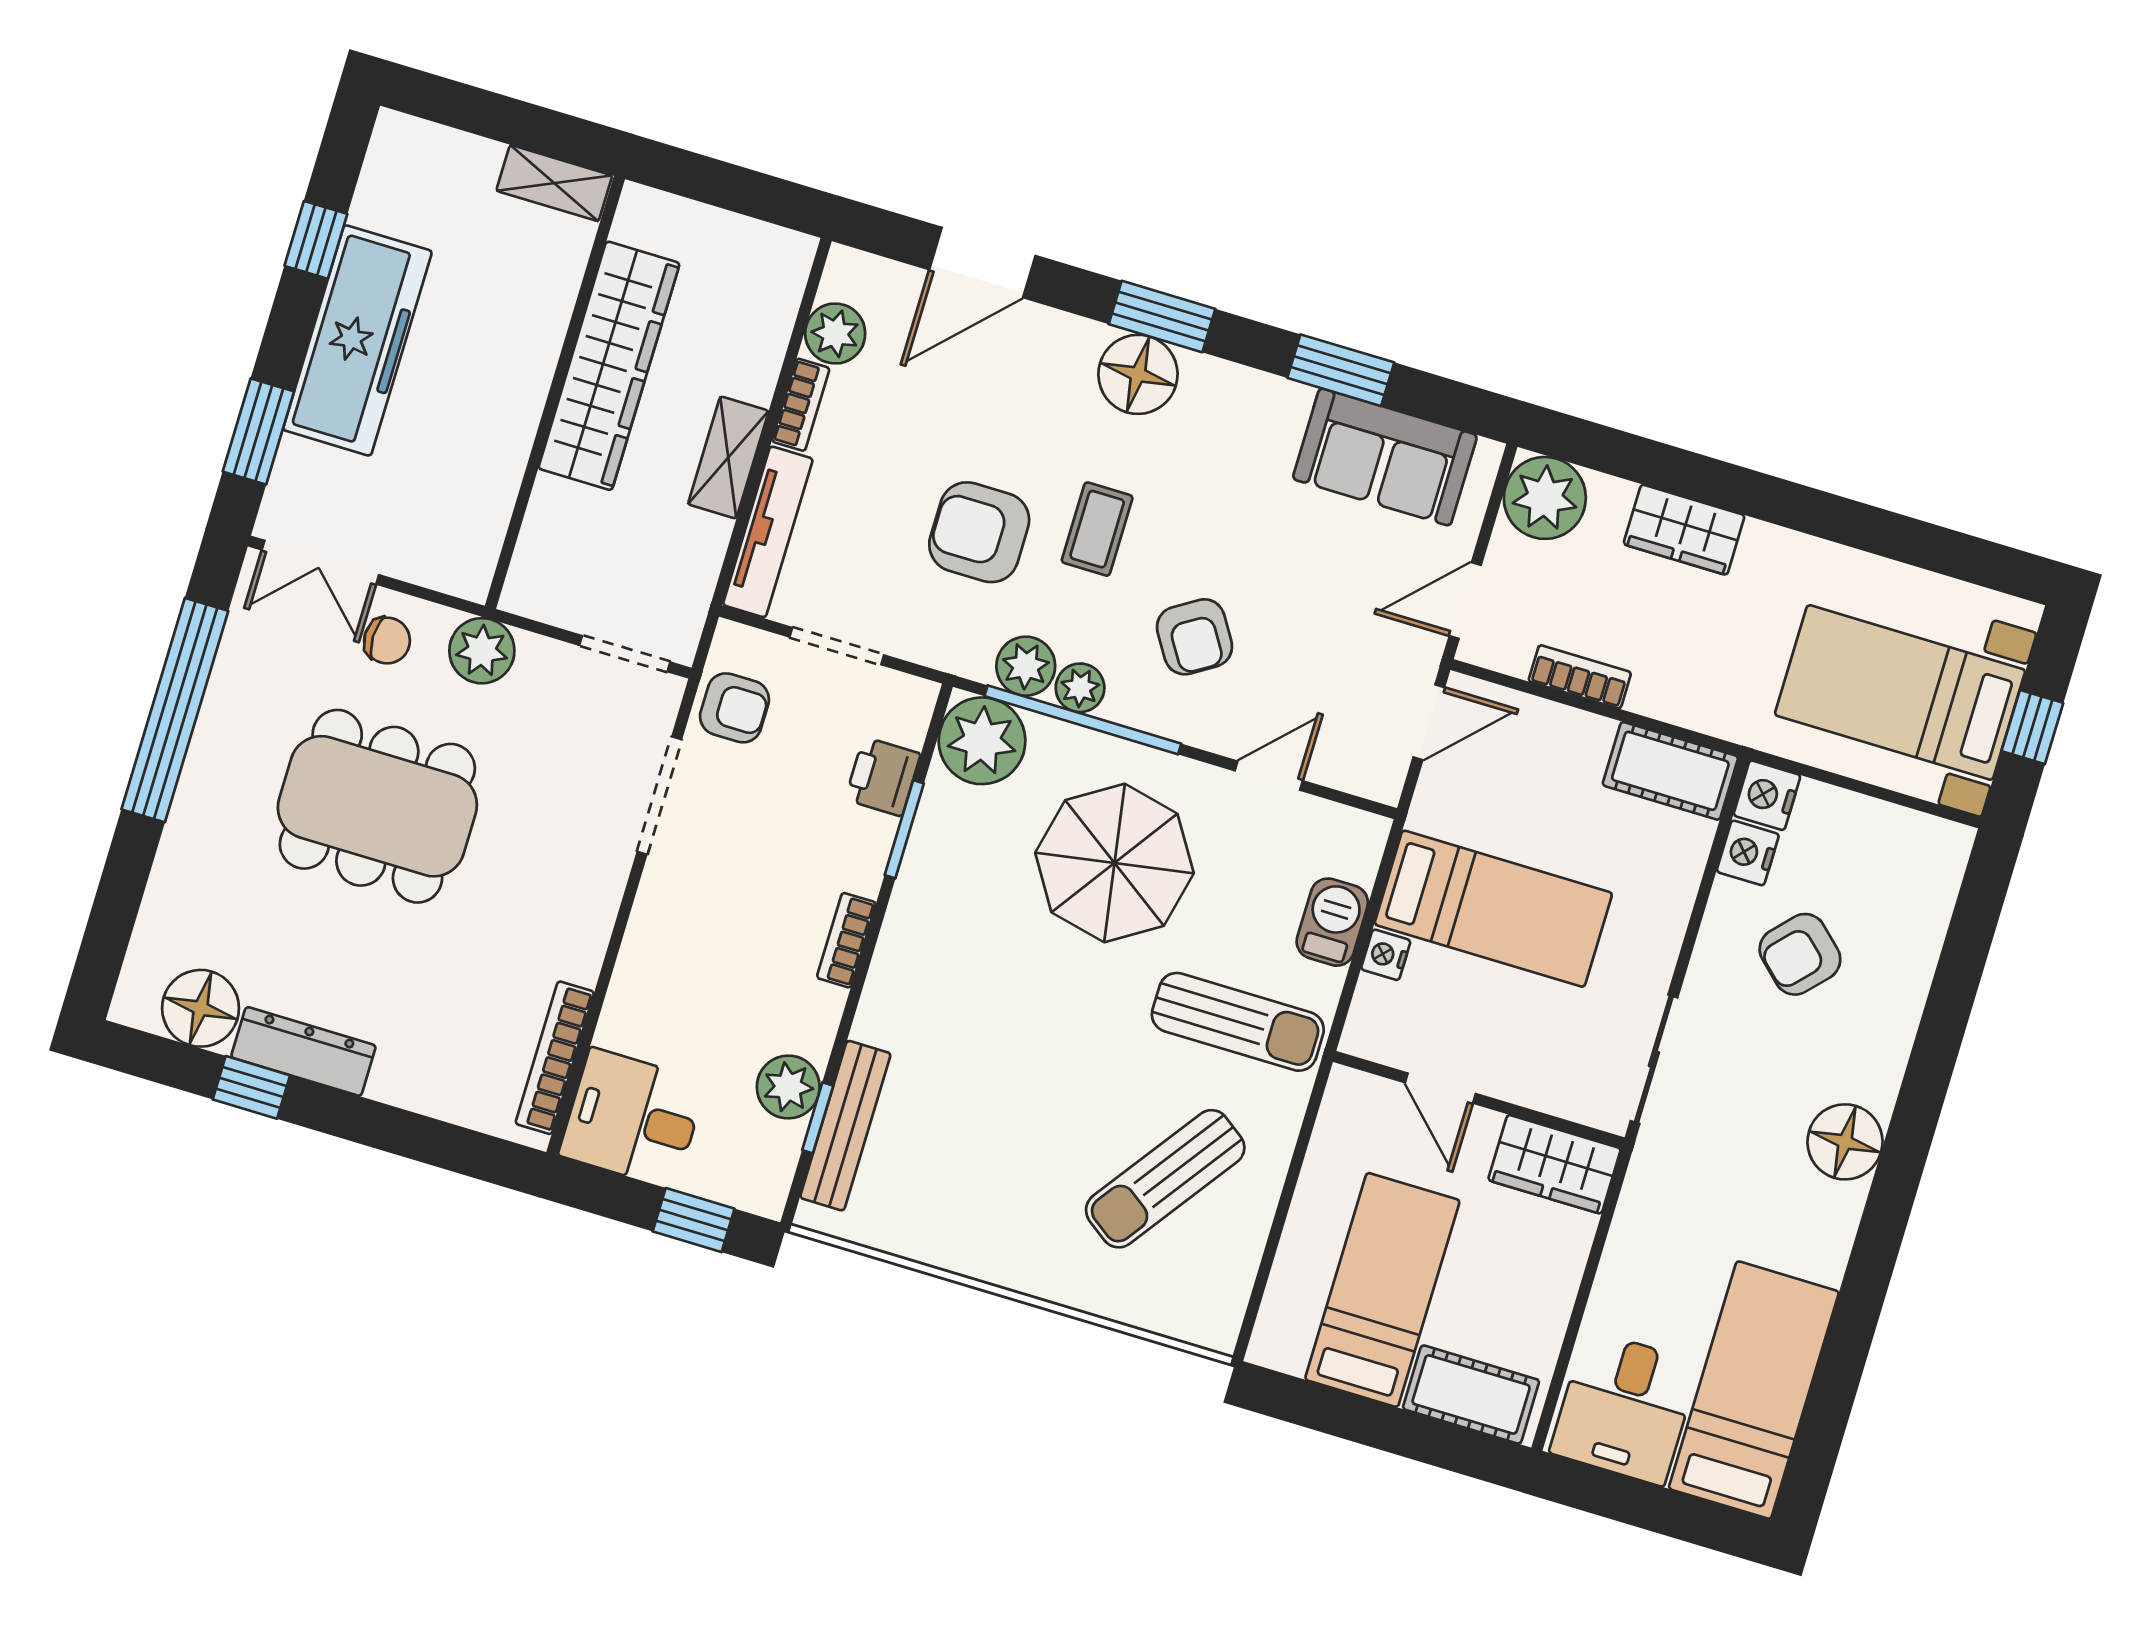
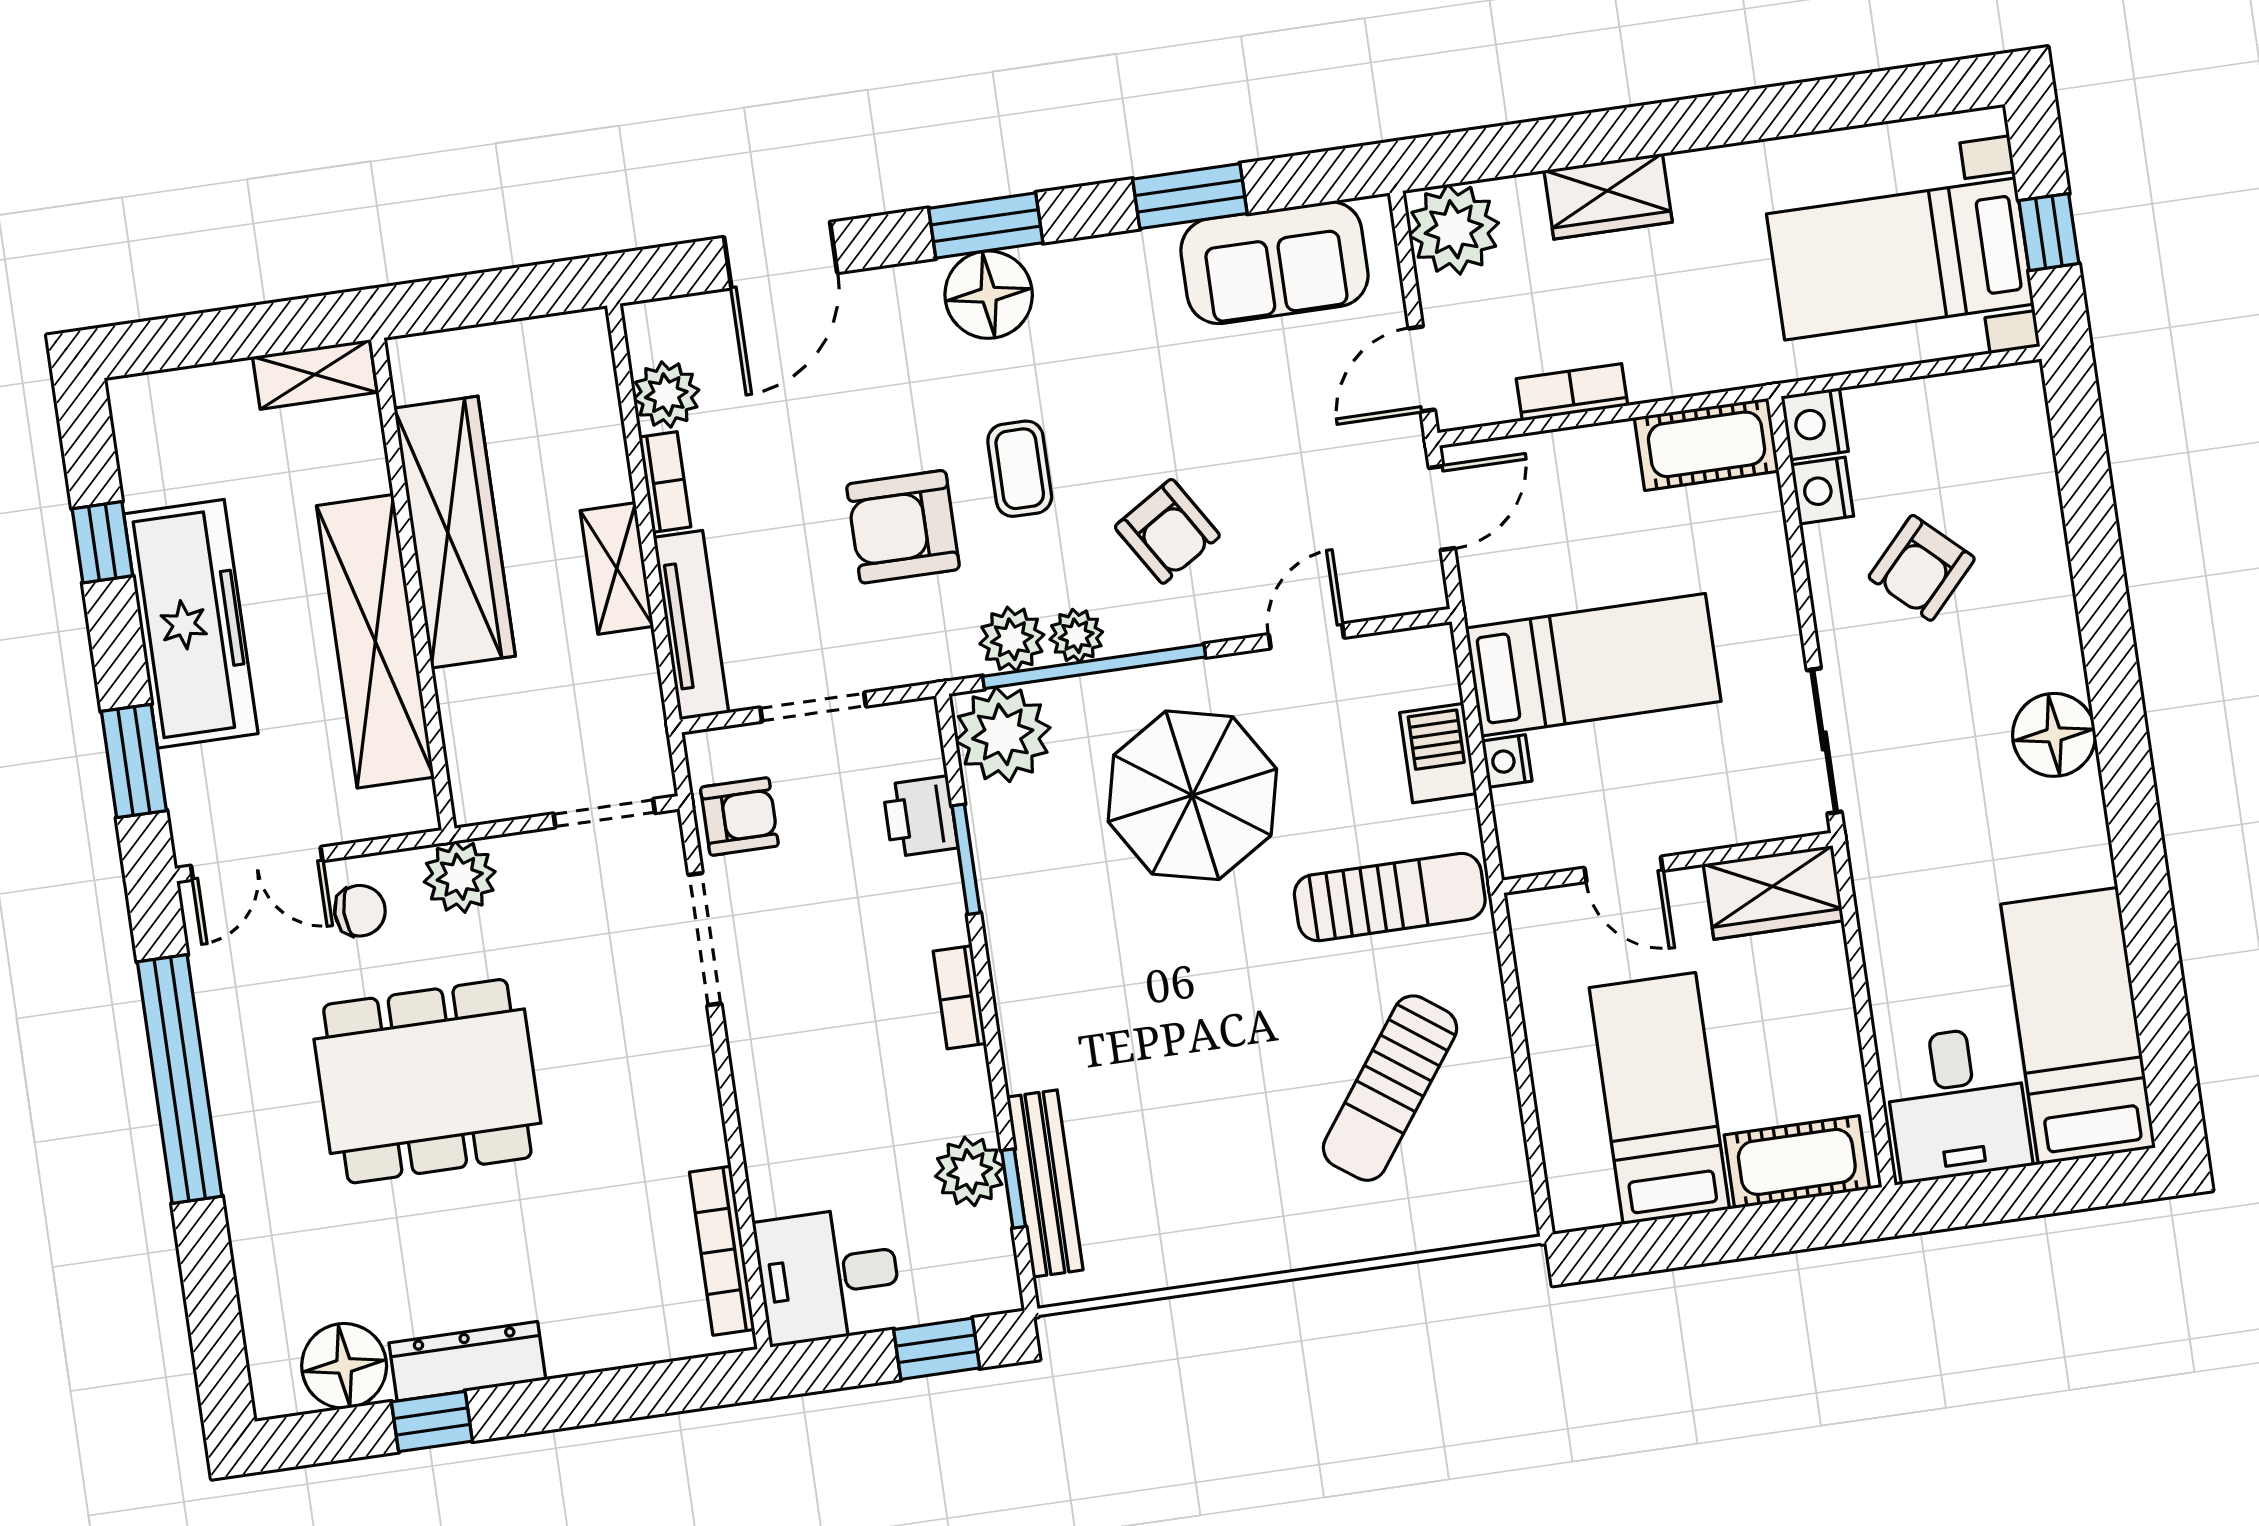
shelving: (502, 425) -> (375, 641), added

